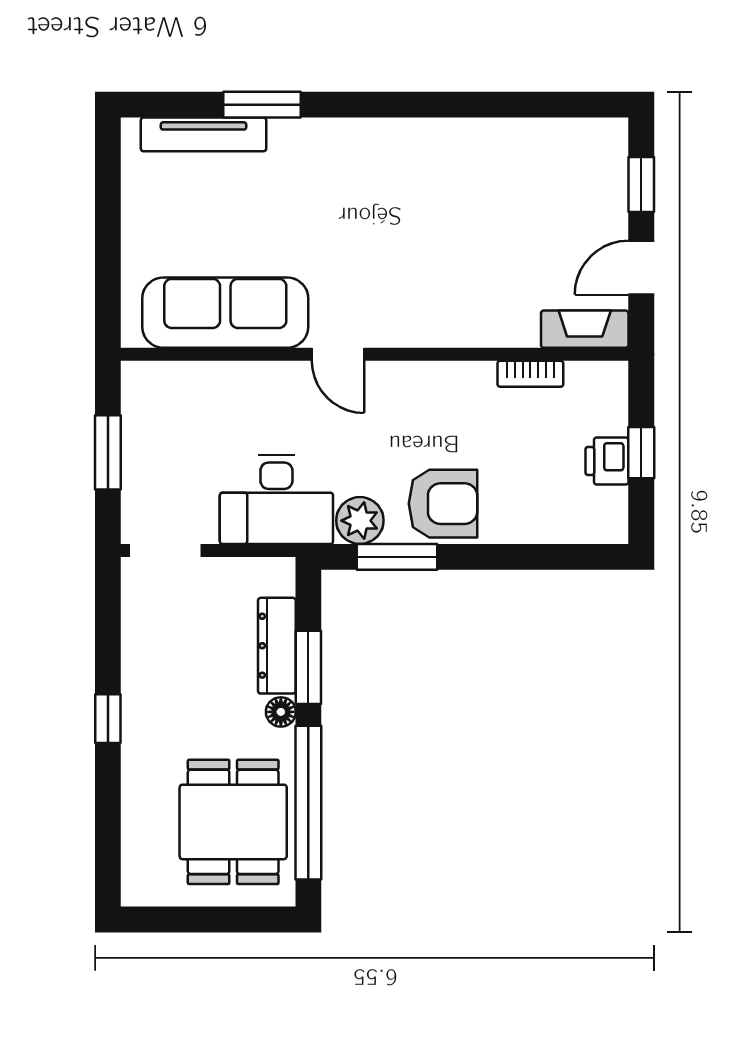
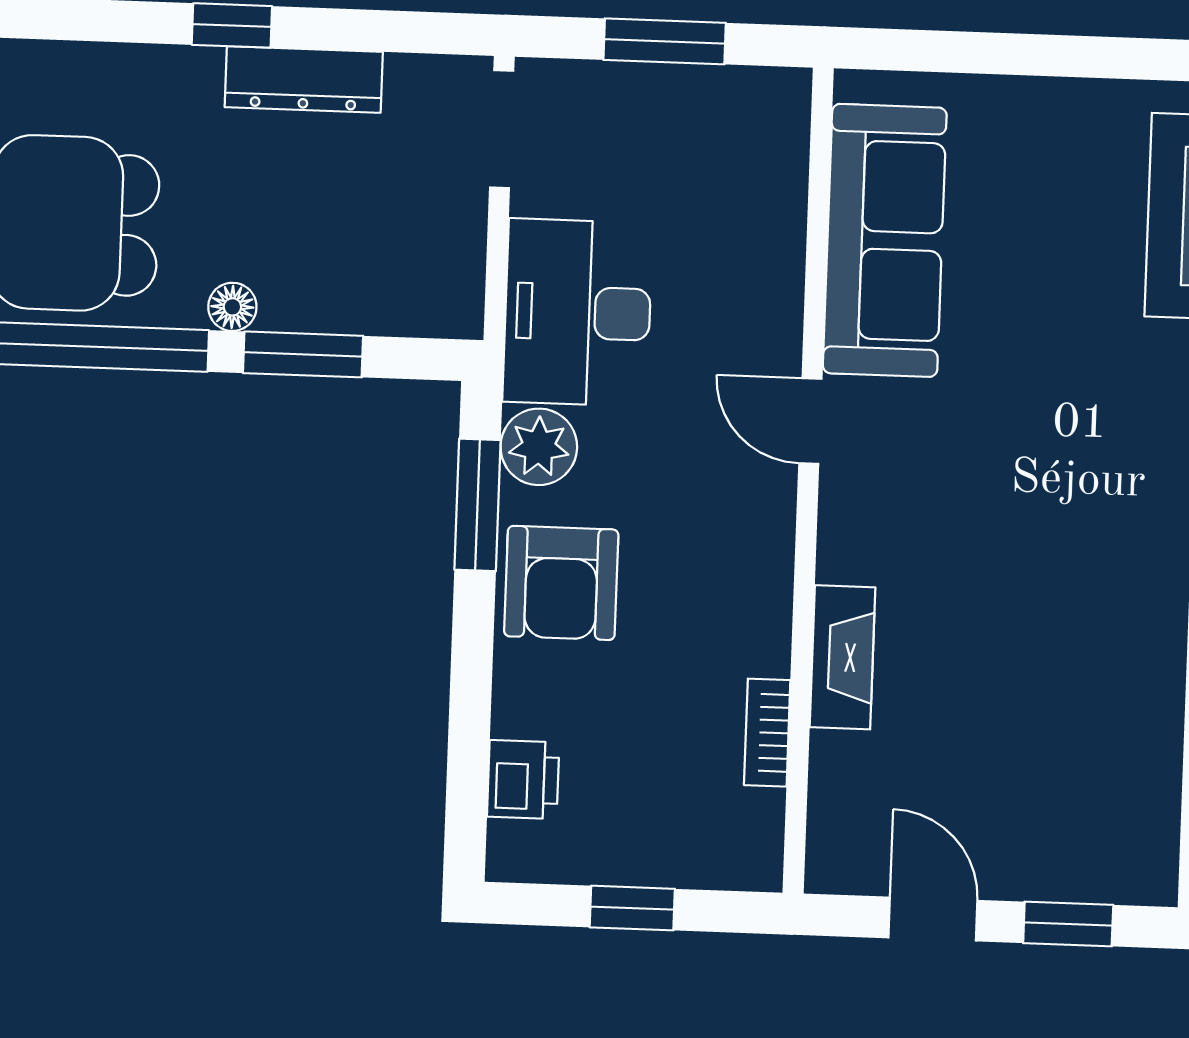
fireplace: (585, 329) -> (842, 657), moved
door: (338, 354) -> (810, 421), hinge flipped
printer: (607, 461) -> (523, 780), moved, turned 90
dresser: (277, 646) -> (304, 80), moved, turned 180

